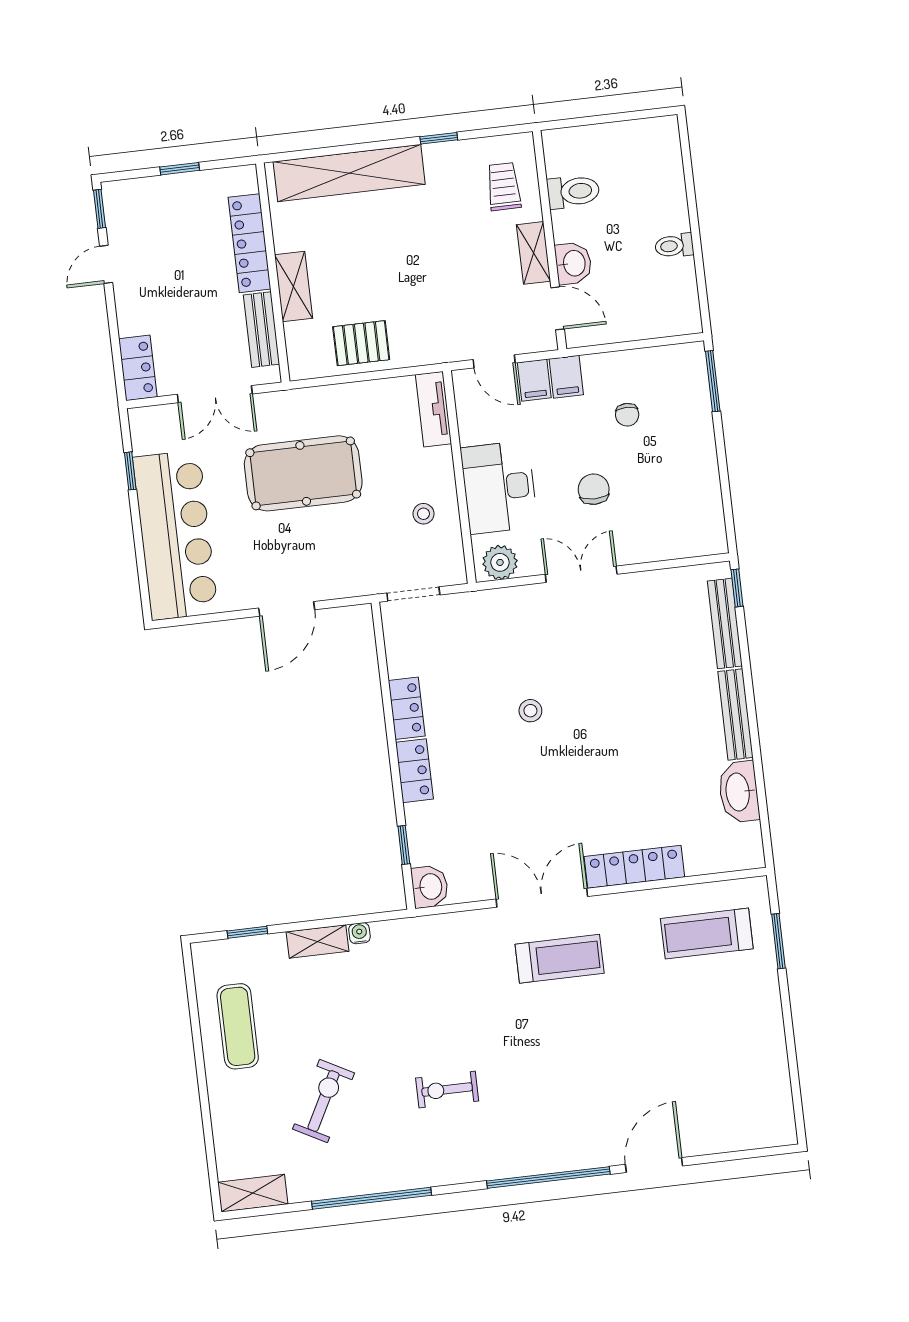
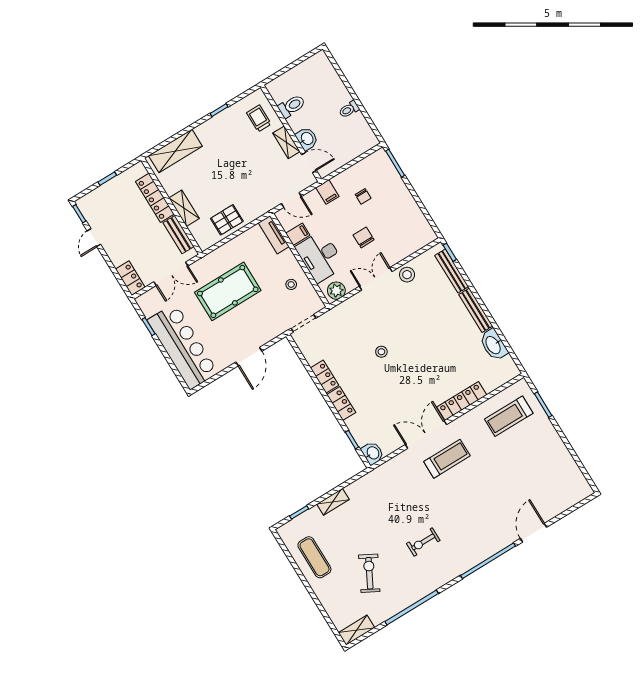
shelving: (349, 173) -> (175, 151), width x0.68
filing cabinet: (534, 380) -> (298, 234), moved, turned -90
stool: (641, 593) -> (407, 275), added
water cooler: (359, 933) -> (350, 489), removed

